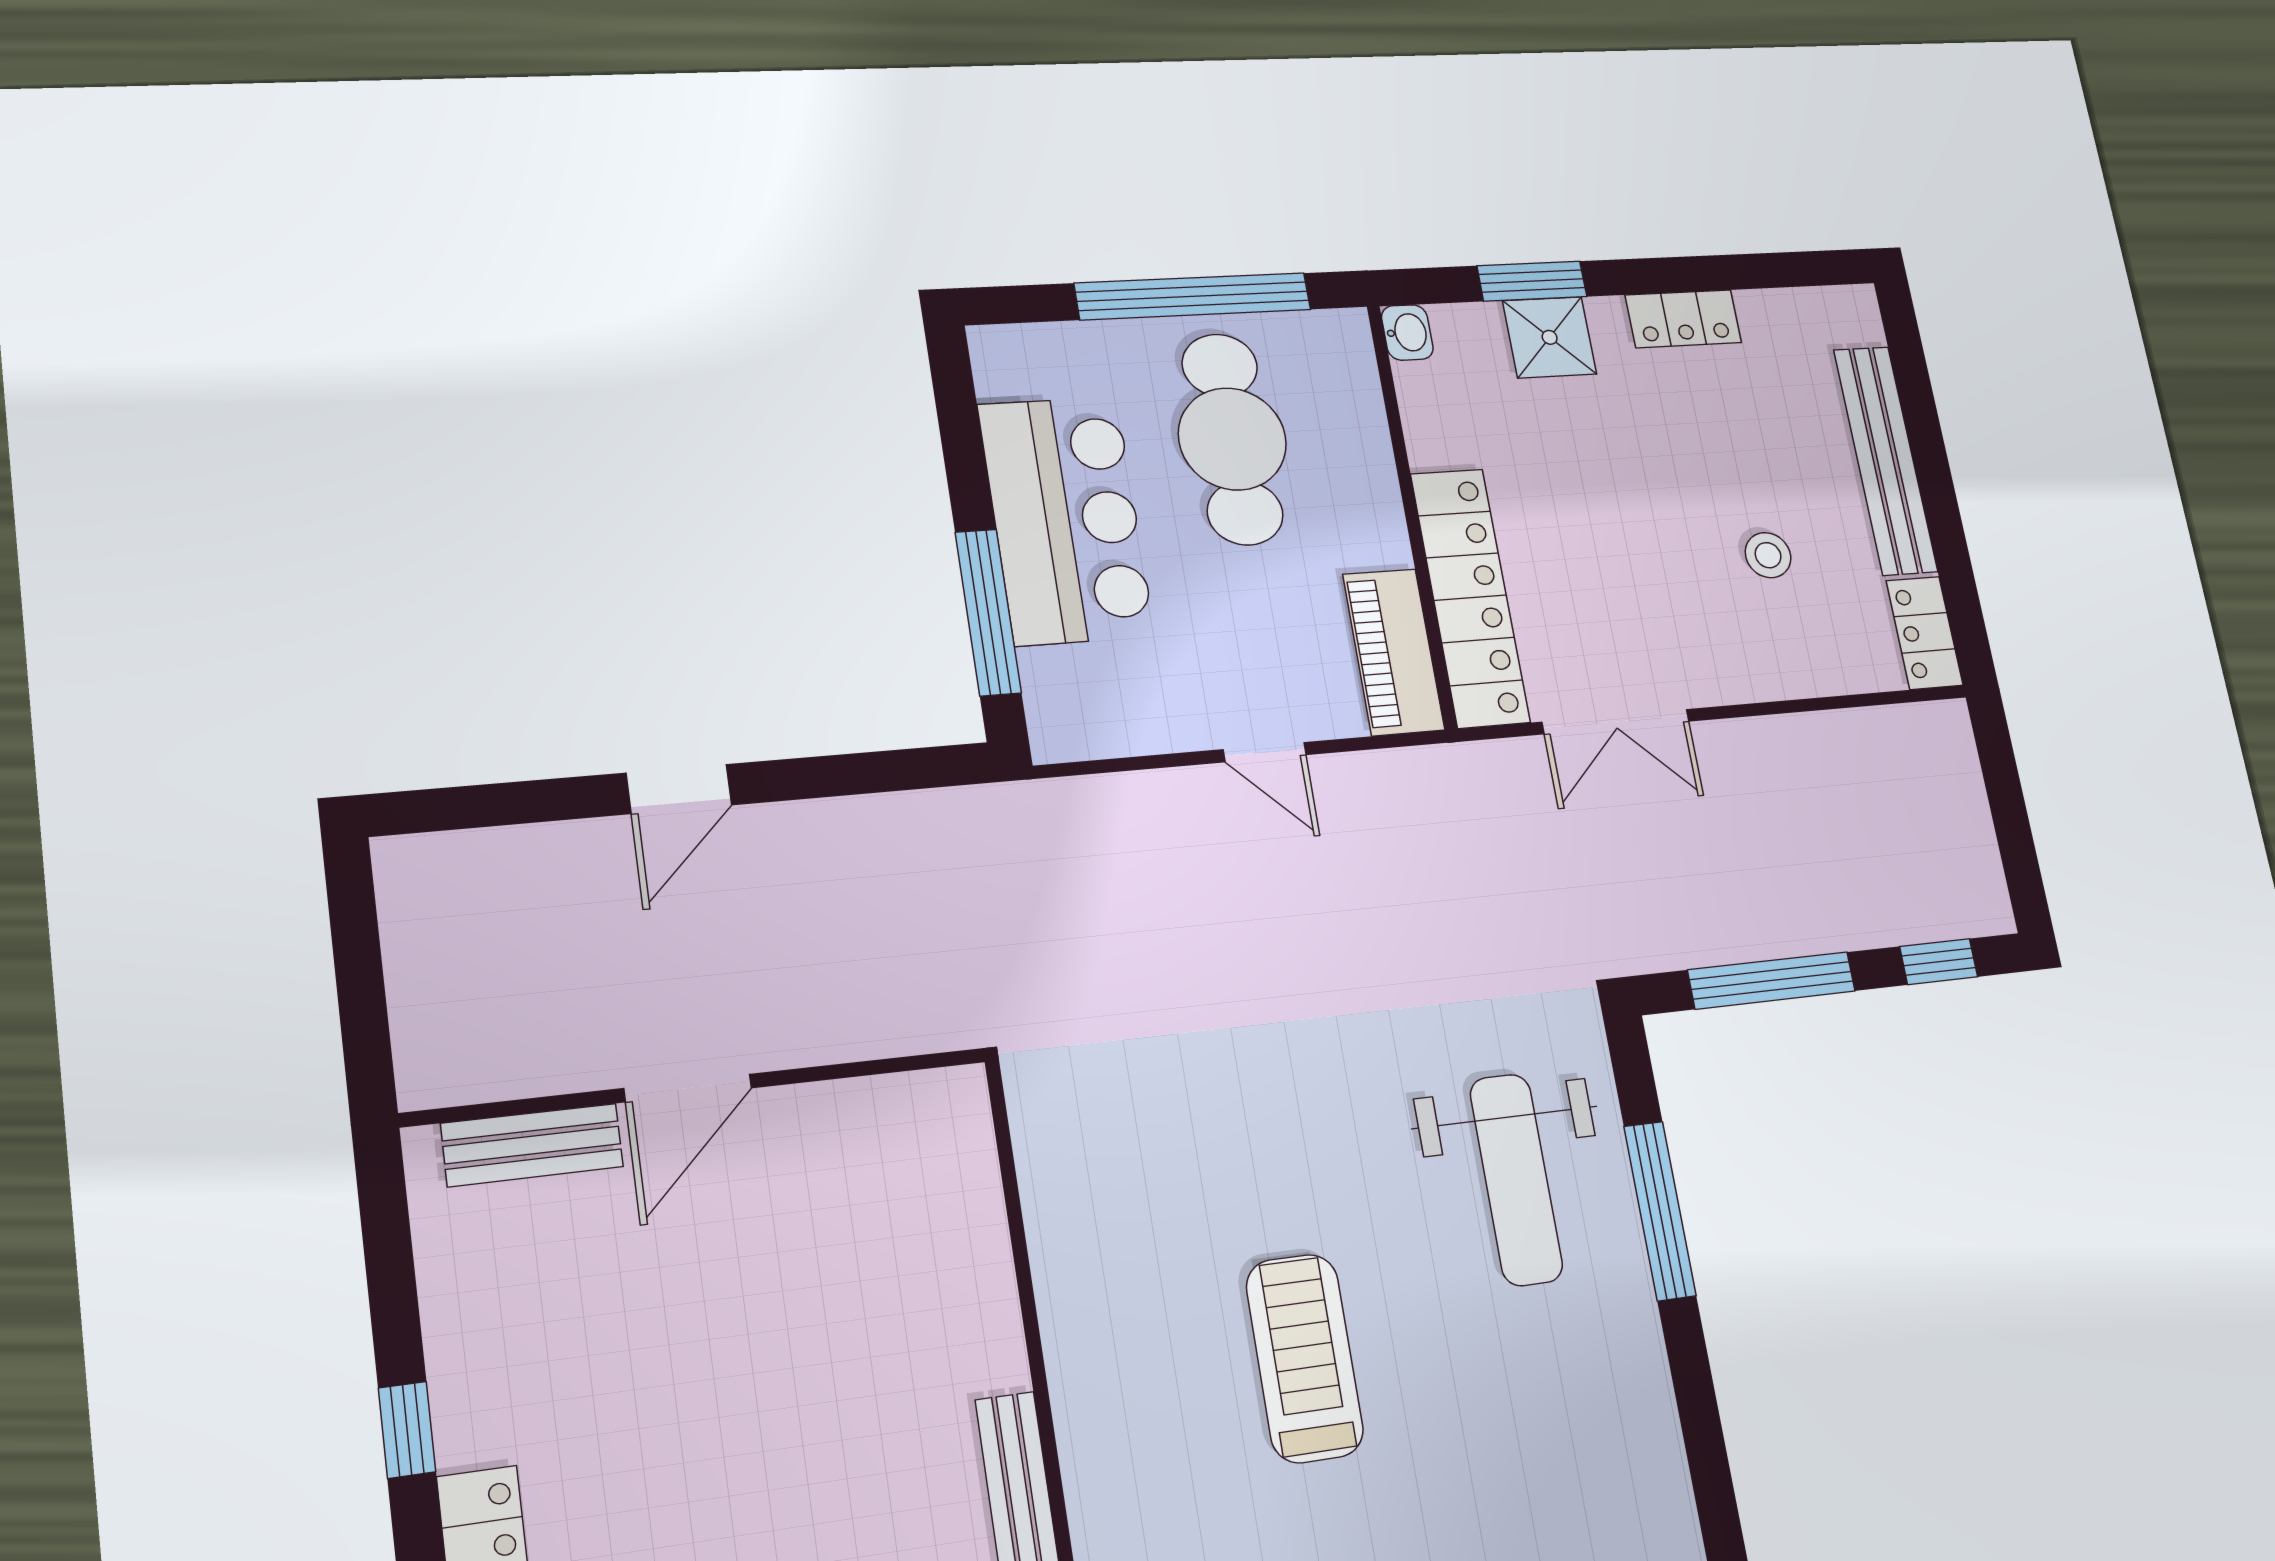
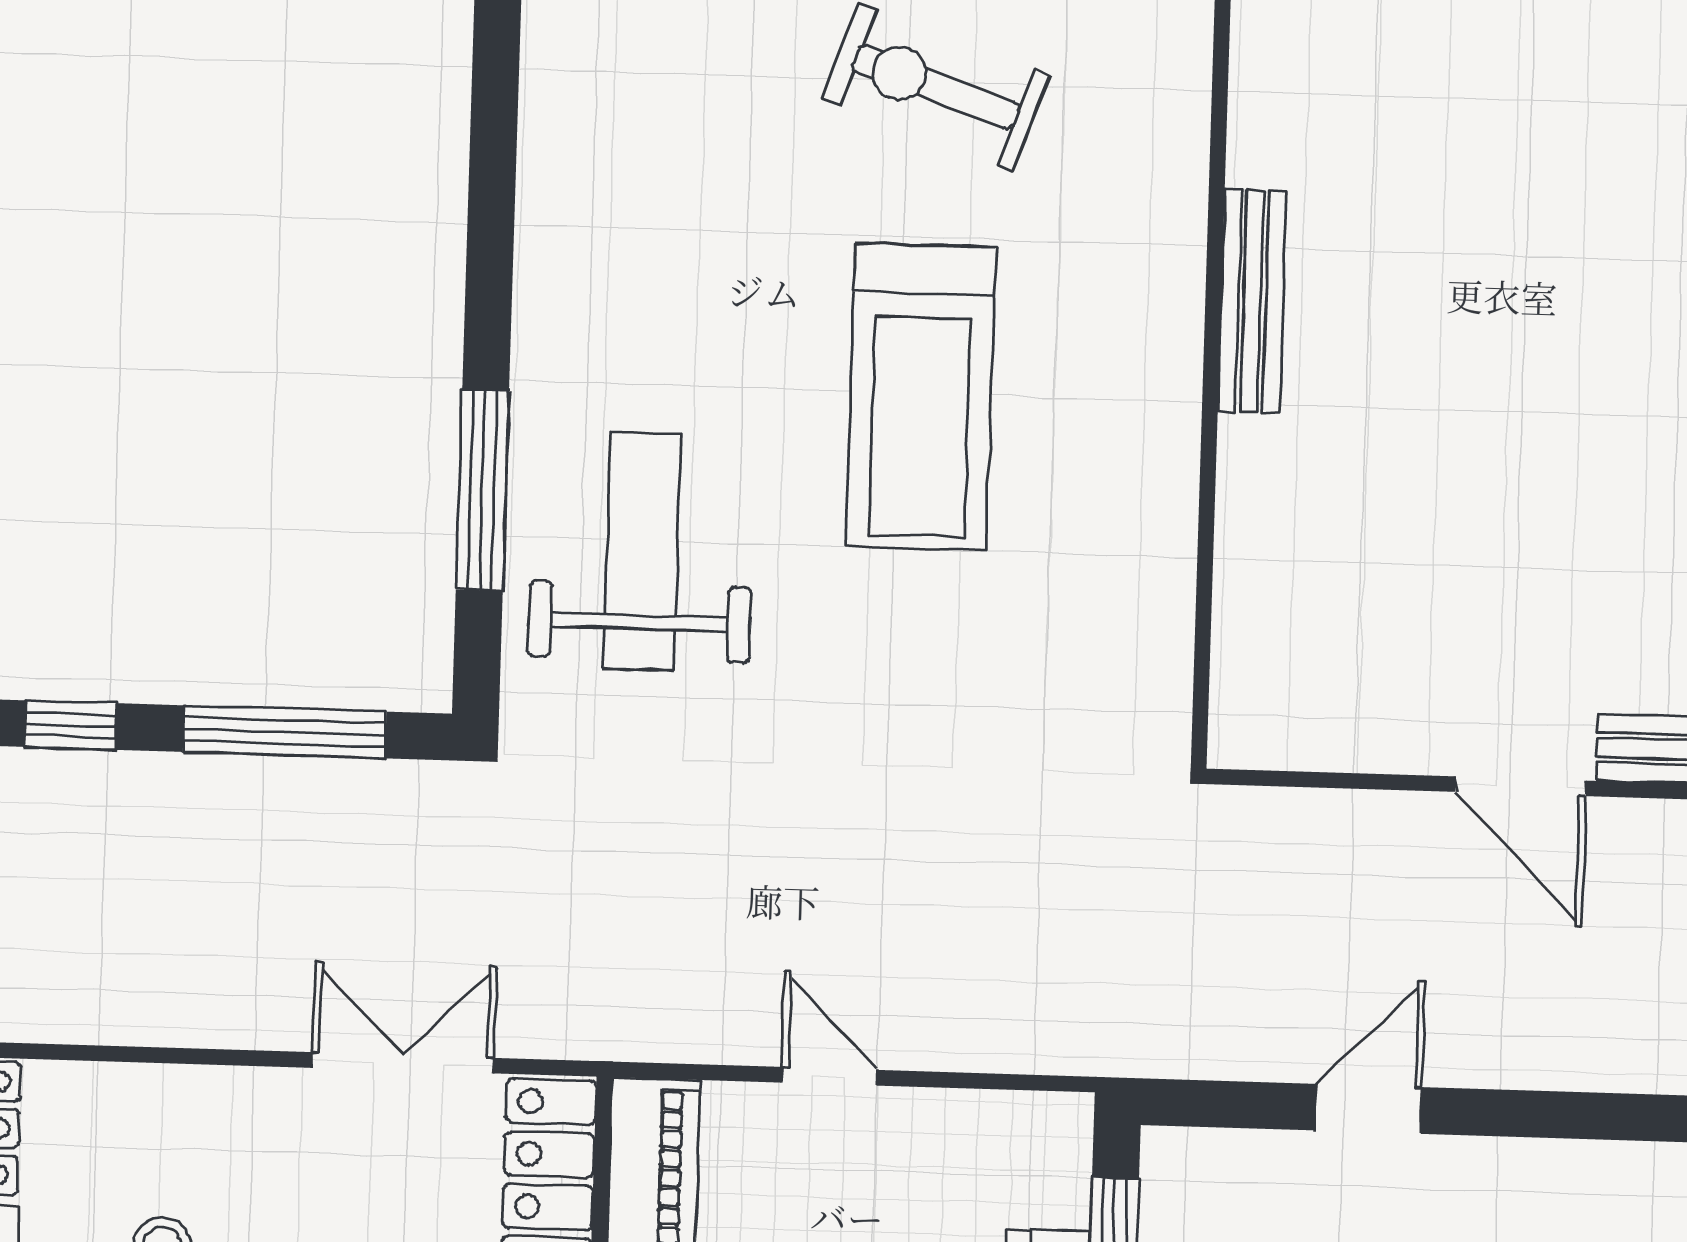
door: (679, 789) -> (1368, 1109), moved
door: (688, 1088) -> (1521, 786), swing flipped
treadmill: (1305, 1358) -> (921, 397), width x1.37, depth x1.38

